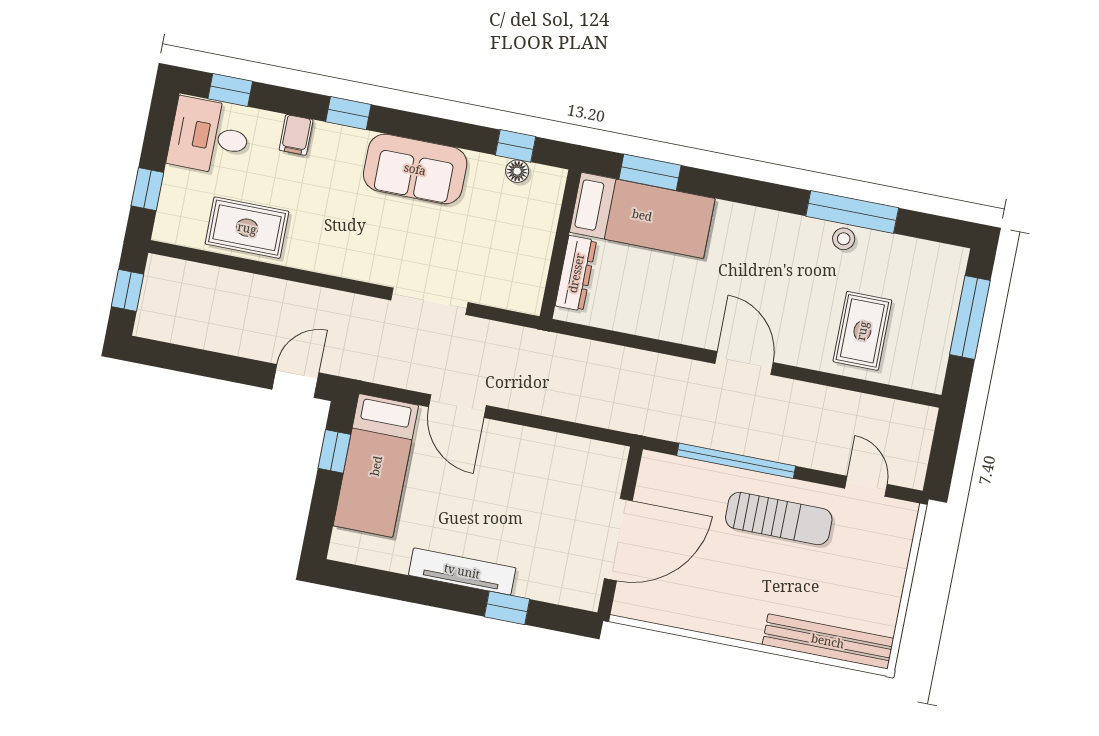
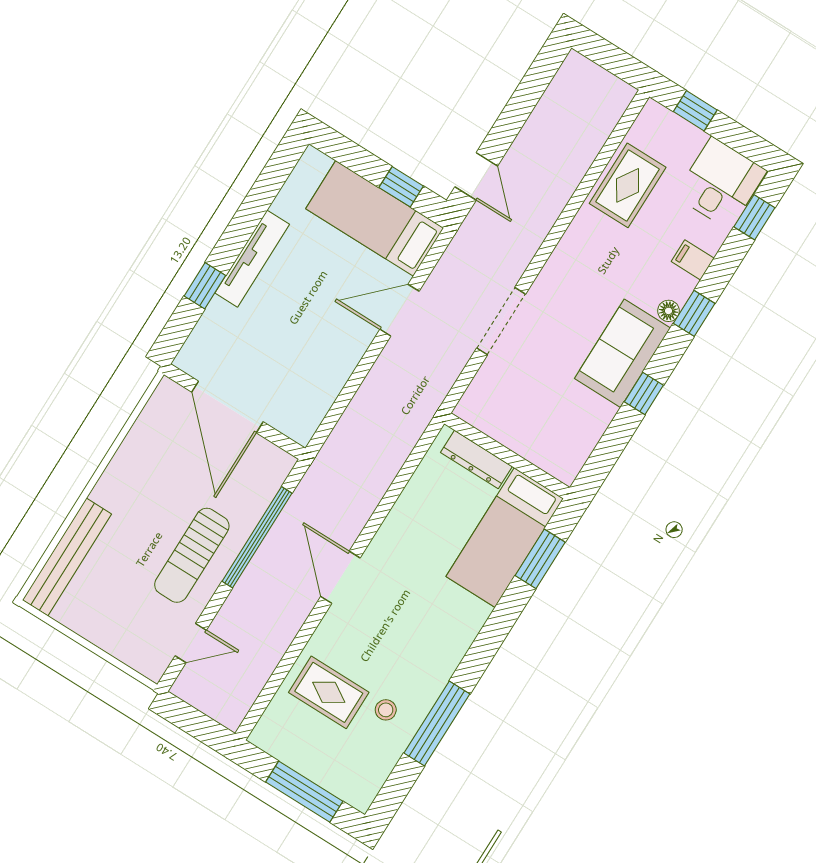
window: (515, 146) -> (644, 393), moved
floor lamp: (517, 171) -> (669, 311), moved
stool: (844, 239) -> (386, 710), moved
window: (127, 290) -> (613, 59), removed
door: (744, 363) -> (340, 577), swing flipped

